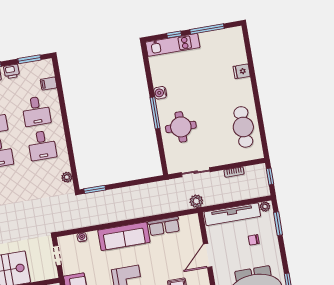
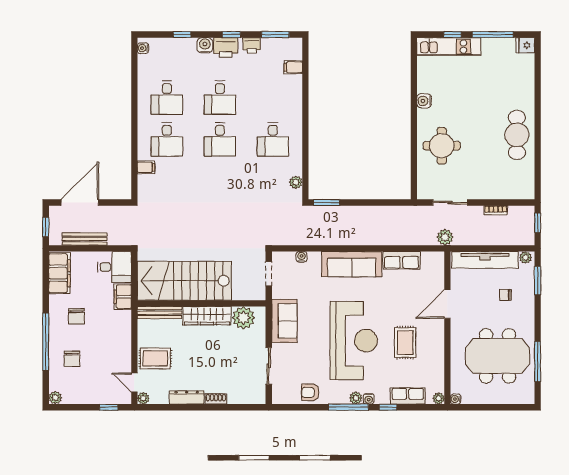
fridge: (242, 71) -> (525, 45), moved
desk: (36, 111) -> (273, 98), removed
window: (155, 113) -> (414, 124), removed
cafe table: (243, 127) -> (517, 135), moved

